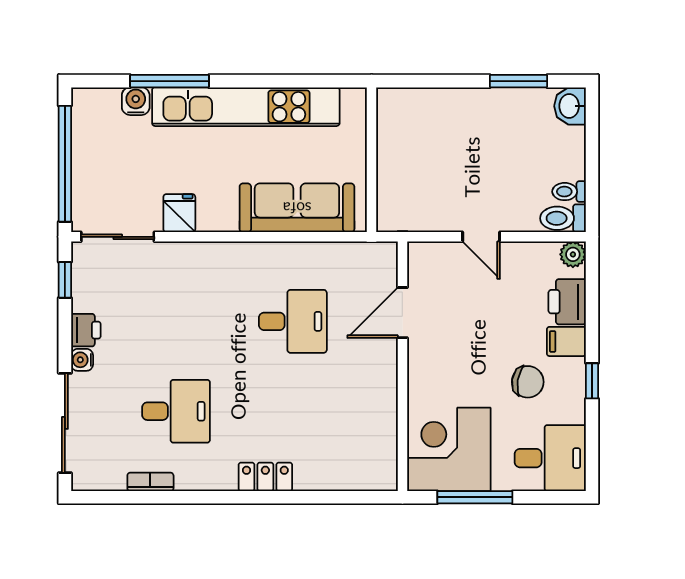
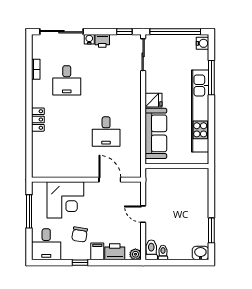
water cooler: (136, 101) -> (203, 43), moved
fridge: (179, 213) -> (154, 100), moved
door: (481, 237) -> (143, 214), hinge flipped
corner desk: (449, 449) -> (65, 200), moved, turned 90

